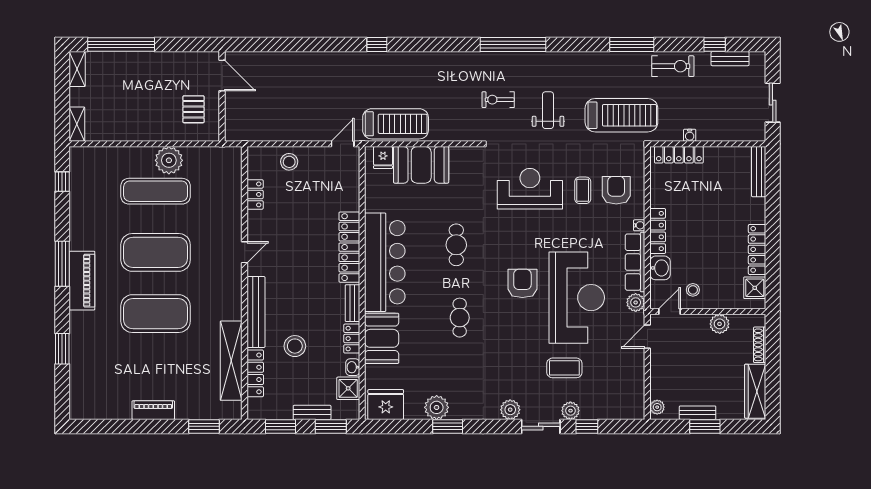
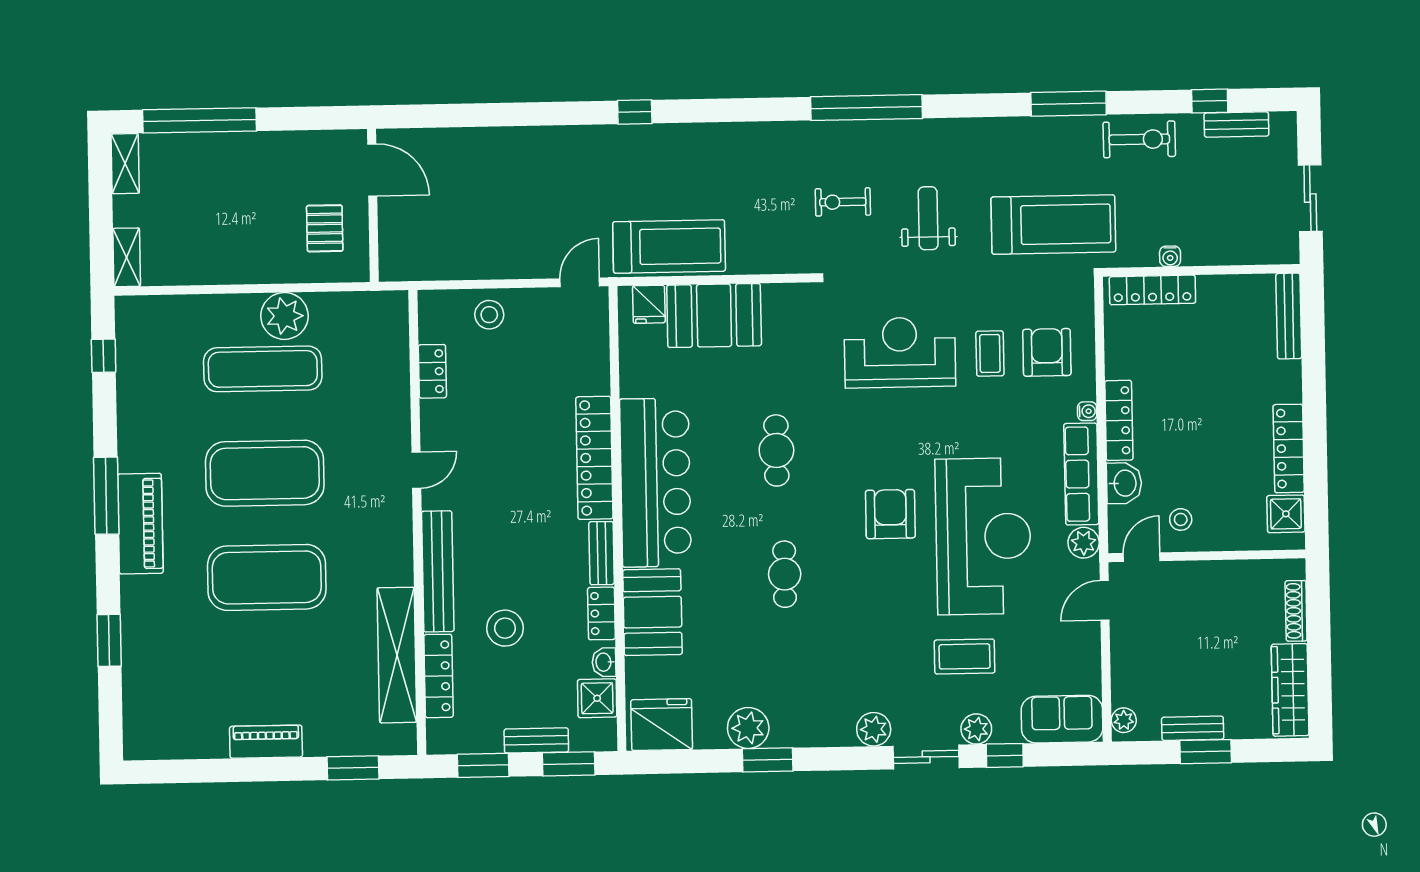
plant: (720, 324) -> (1227, 576), removed
sofa: (621, 406) -> (1062, 719), added

